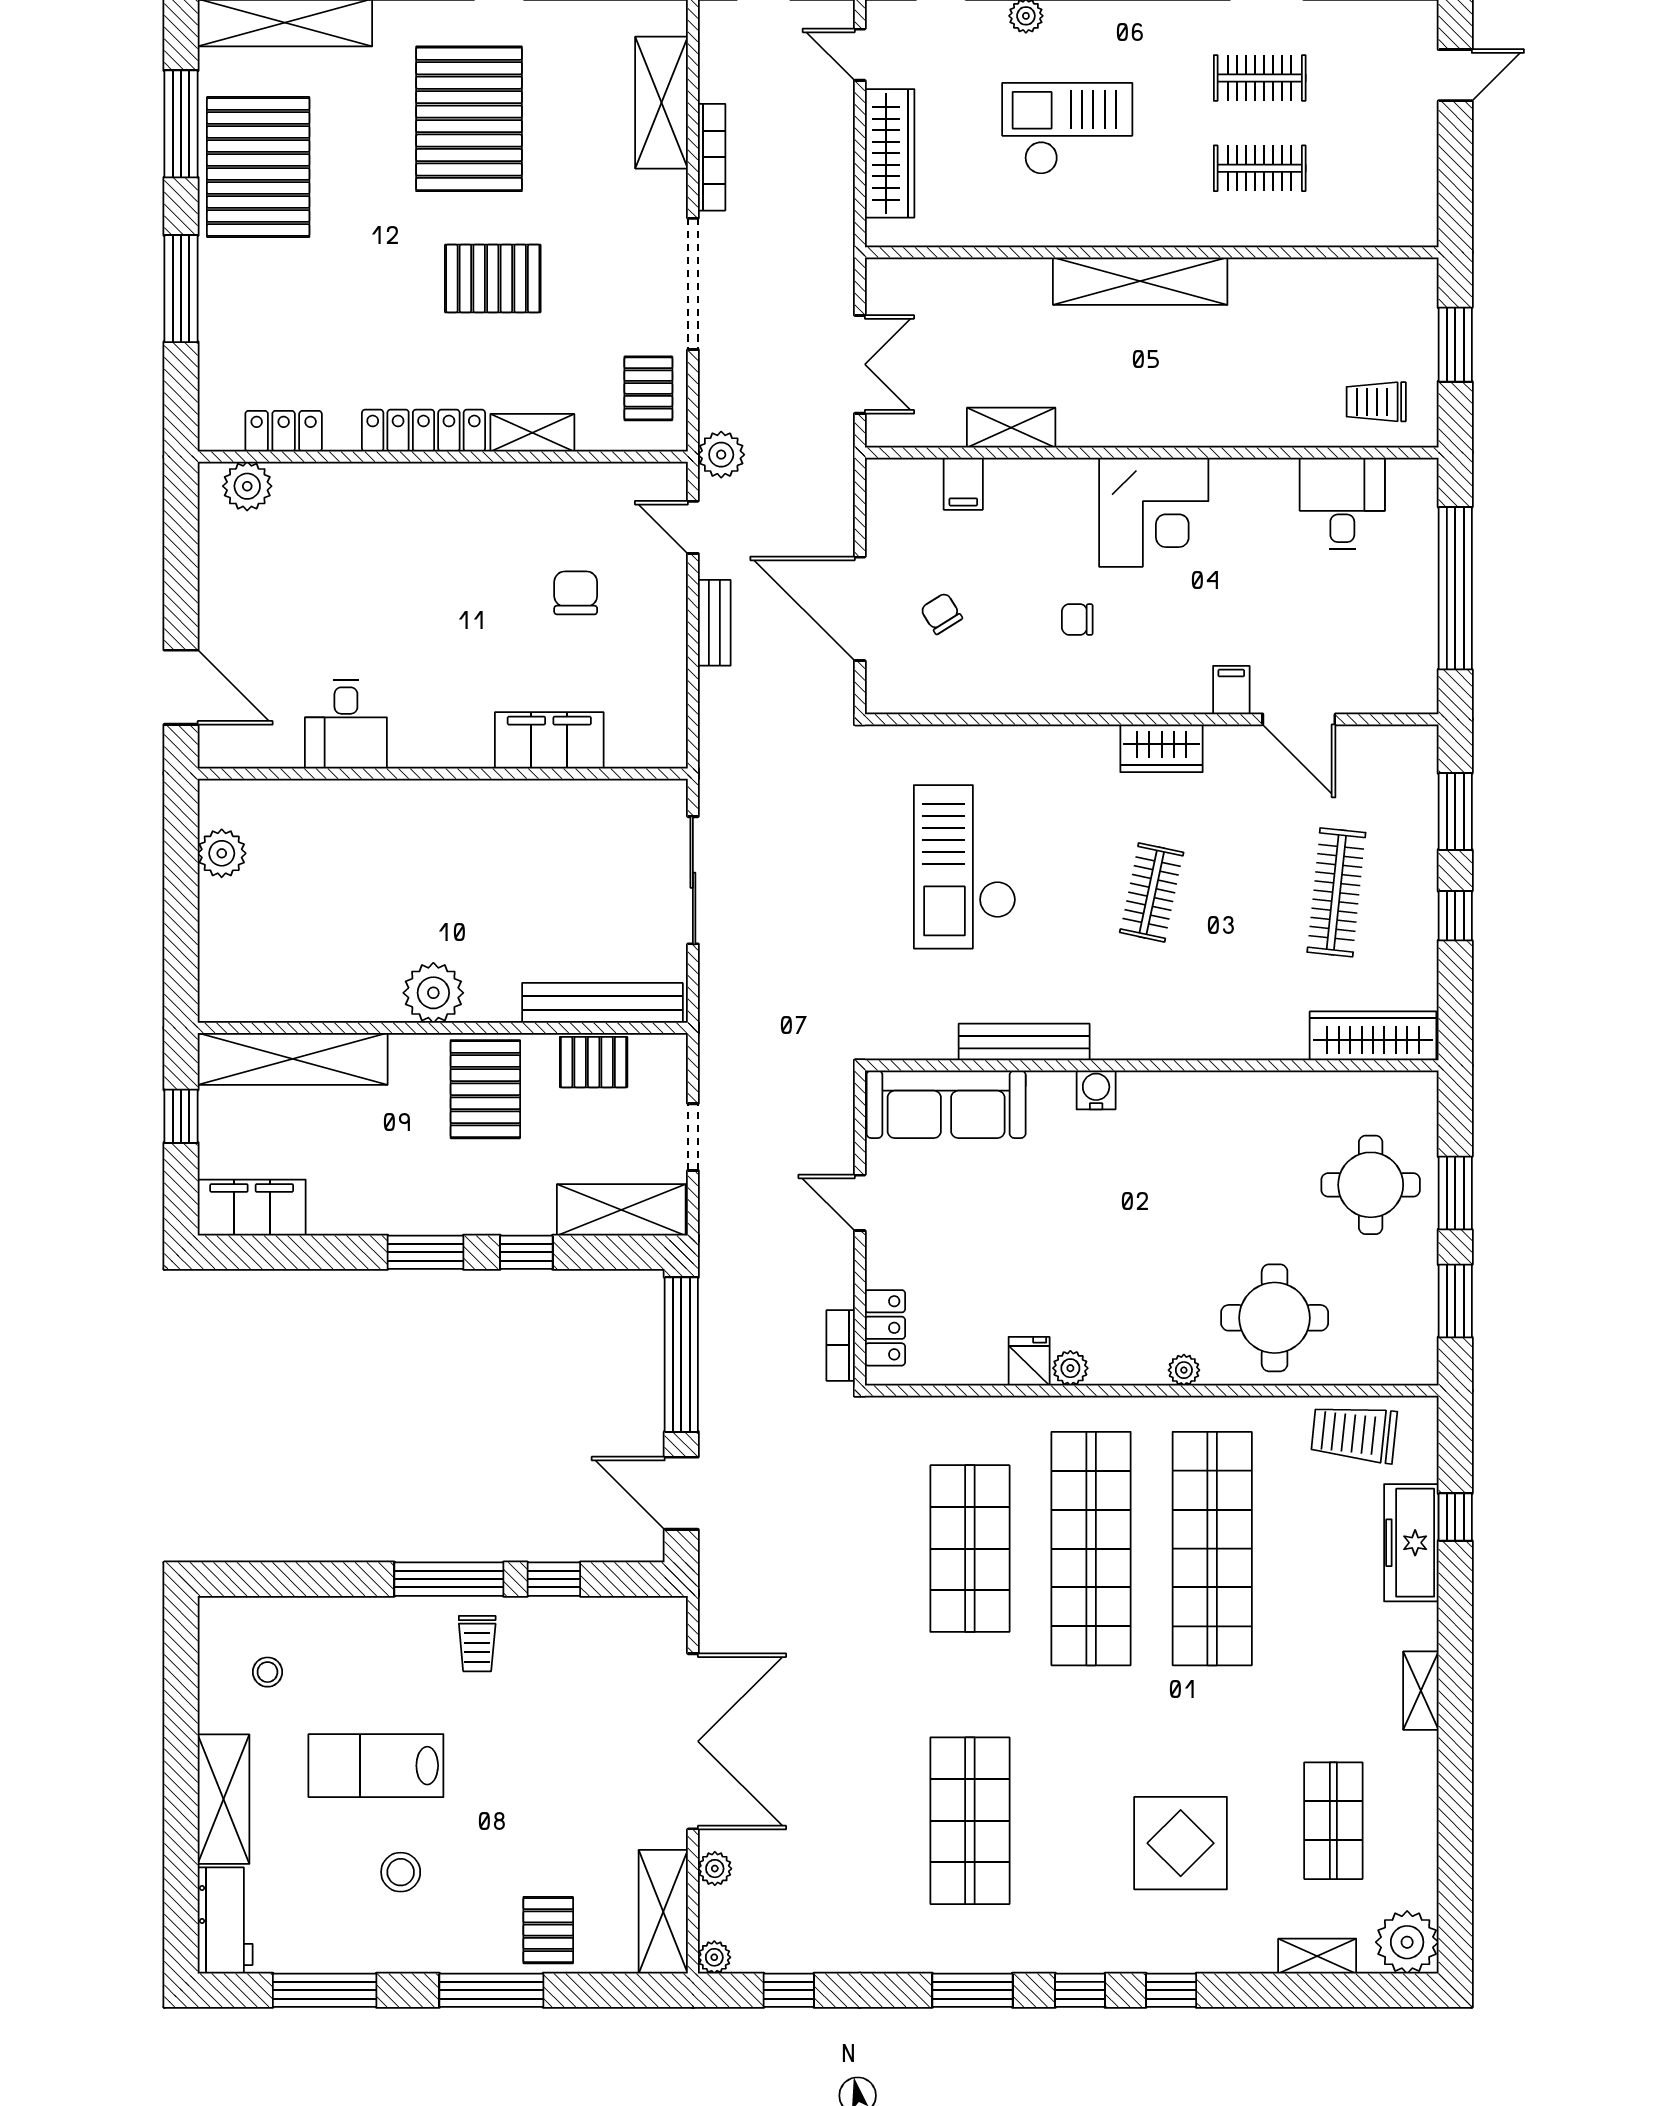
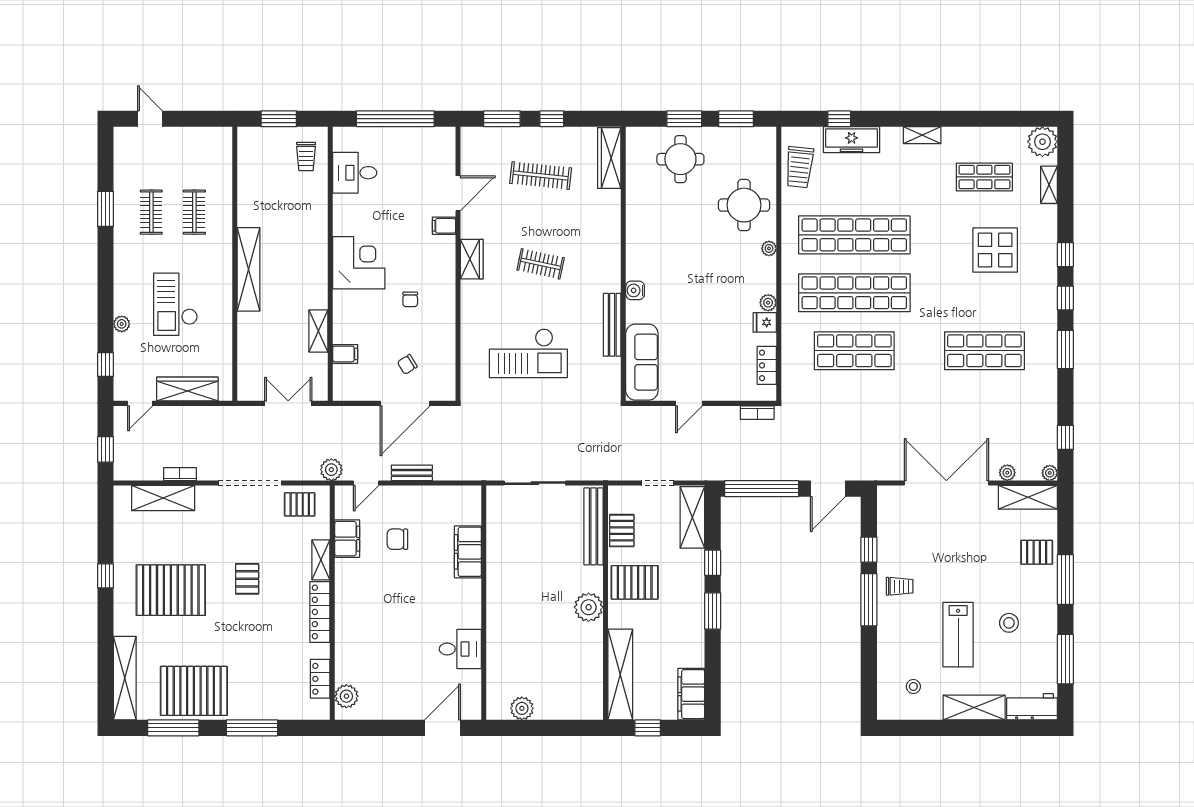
bookcase: (712, 157) -> (180, 474), width x0.64
pallet: (493, 278) -> (247, 579), width x0.67, depth x0.71
filing cabinet: (577, 488) -> (347, 539), added
locker: (885, 1328) -> (767, 365), moved, turned -90

